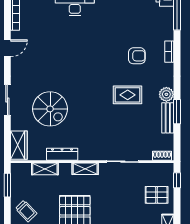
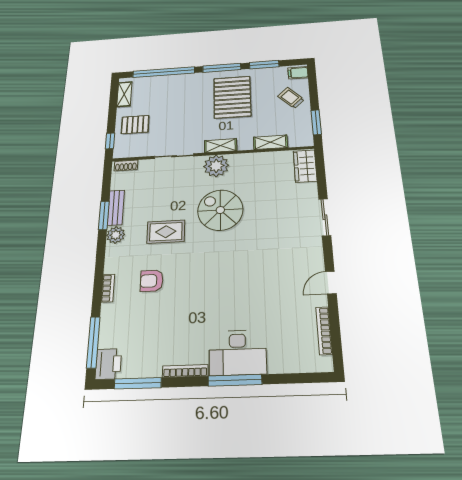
spiral stairs: (50, 109) -> (220, 210), moved
plant: (89, 150) -> (216, 166), added
dresser: (62, 154) -> (250, 159), removed

